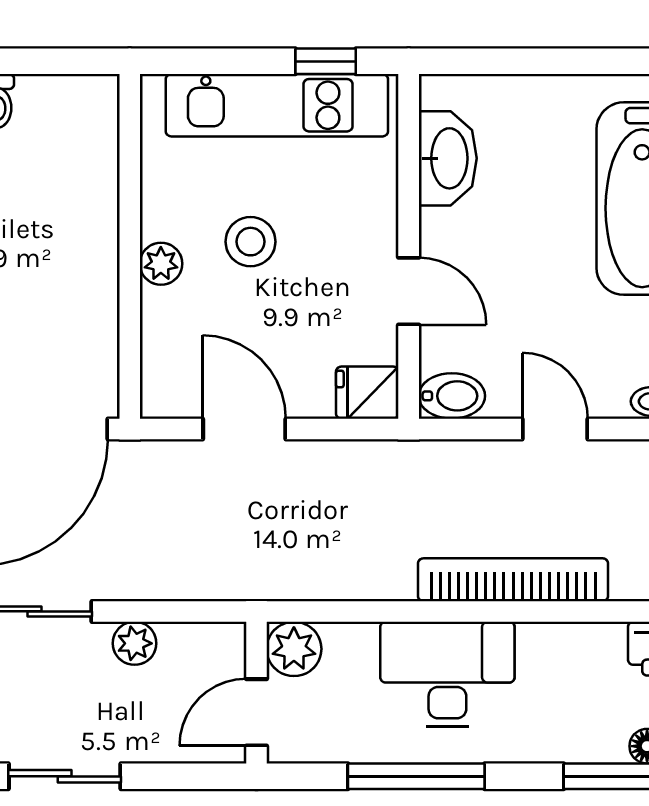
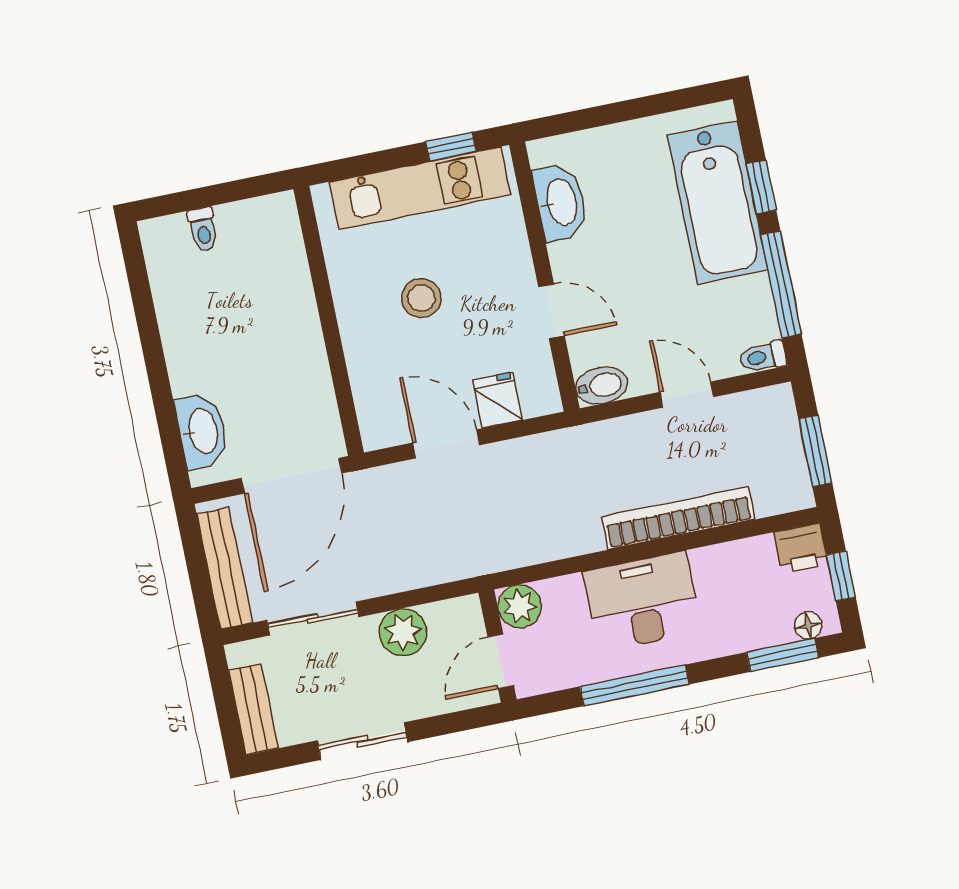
plant: (161, 264) -> (356, 329), removed
fridge: (367, 393) -> (497, 400), moved, turned 90
plant: (135, 643) -> (403, 632), width x1.38, depth x1.38

